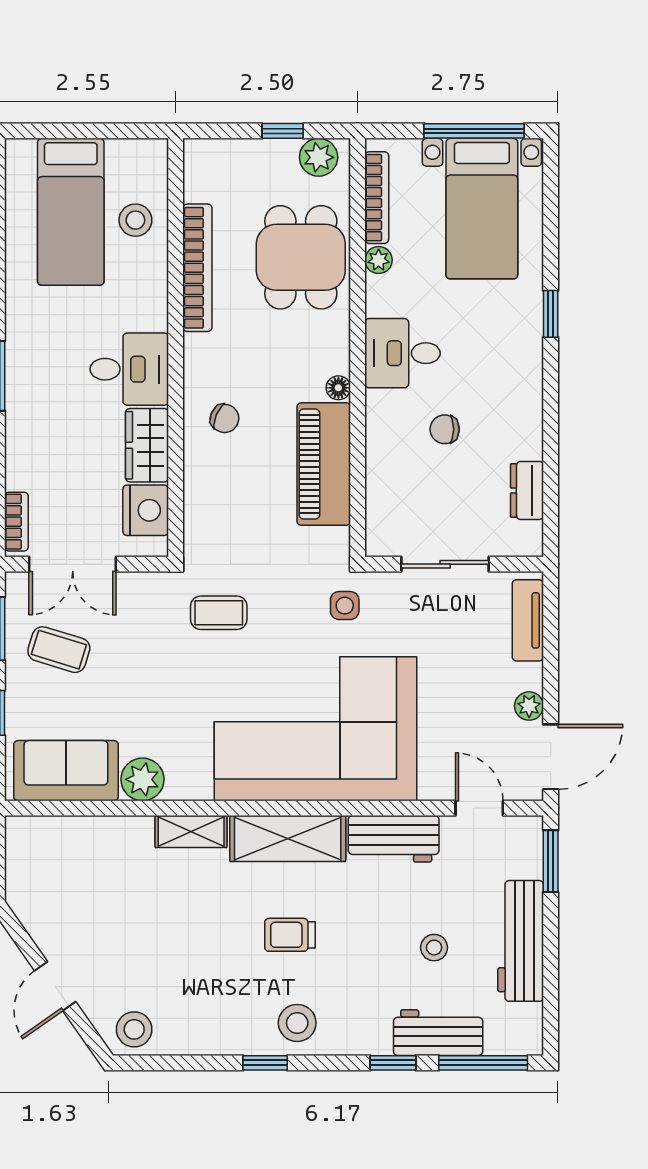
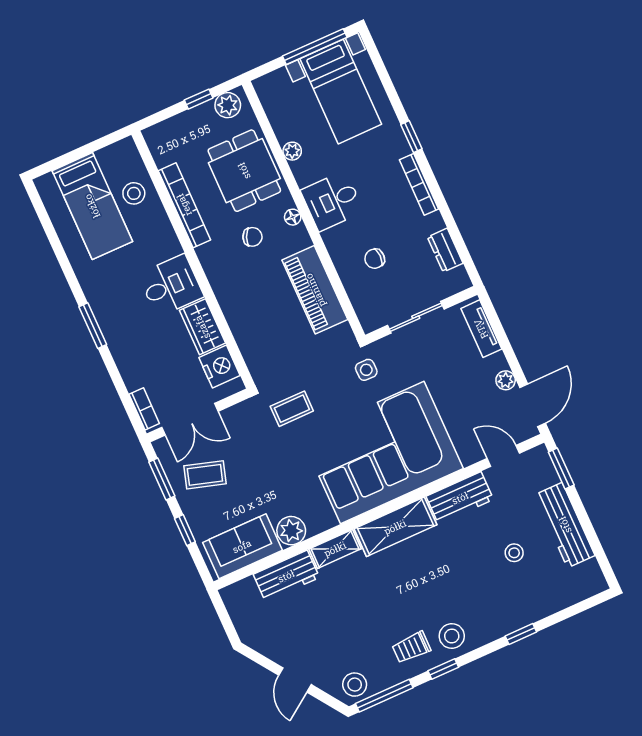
bookcase: (377, 198) -> (419, 184), moved, turned 180
floor lamp: (338, 388) -> (293, 217), moved
chair: (225, 418) -> (252, 237), moved
chair: (445, 429) -> (375, 259), moved
trolley: (290, 935) -> (411, 647), moved
workbench: (438, 1033) -> (286, 576), moved, turned 180
window: (483, 1063) -> (384, 696), moved

